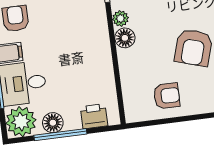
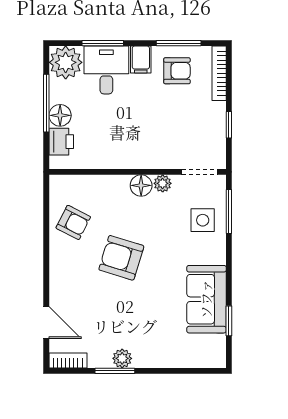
armchair: (167, 96) -> (73, 222), turned -63
floor lamp: (53, 123) -> (60, 115), moved

